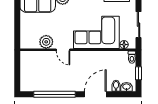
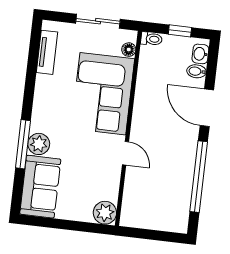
plant: (46, 42) -> (105, 213), moved
door: (63, 50) -> (125, 153), hinge flipped

